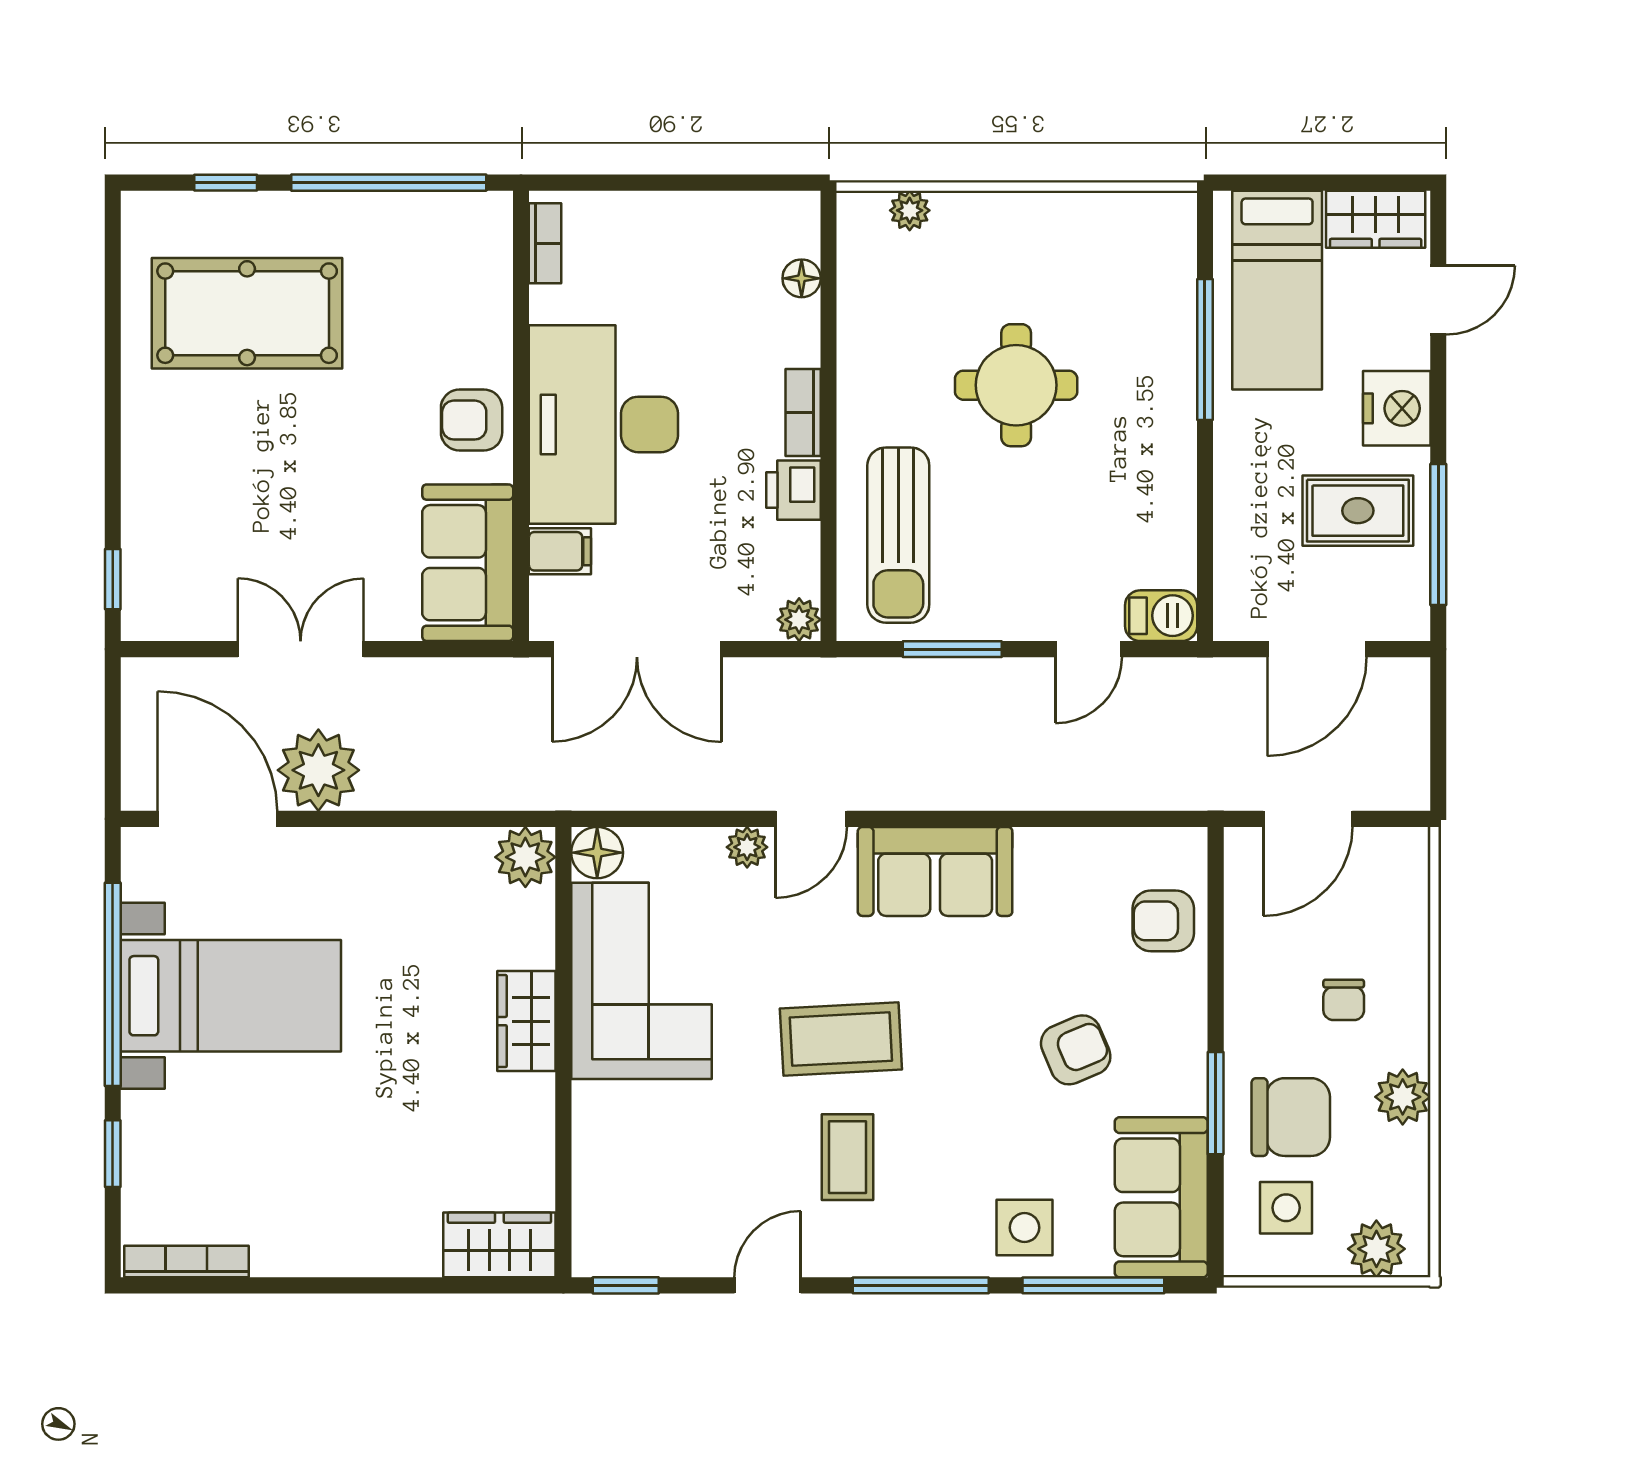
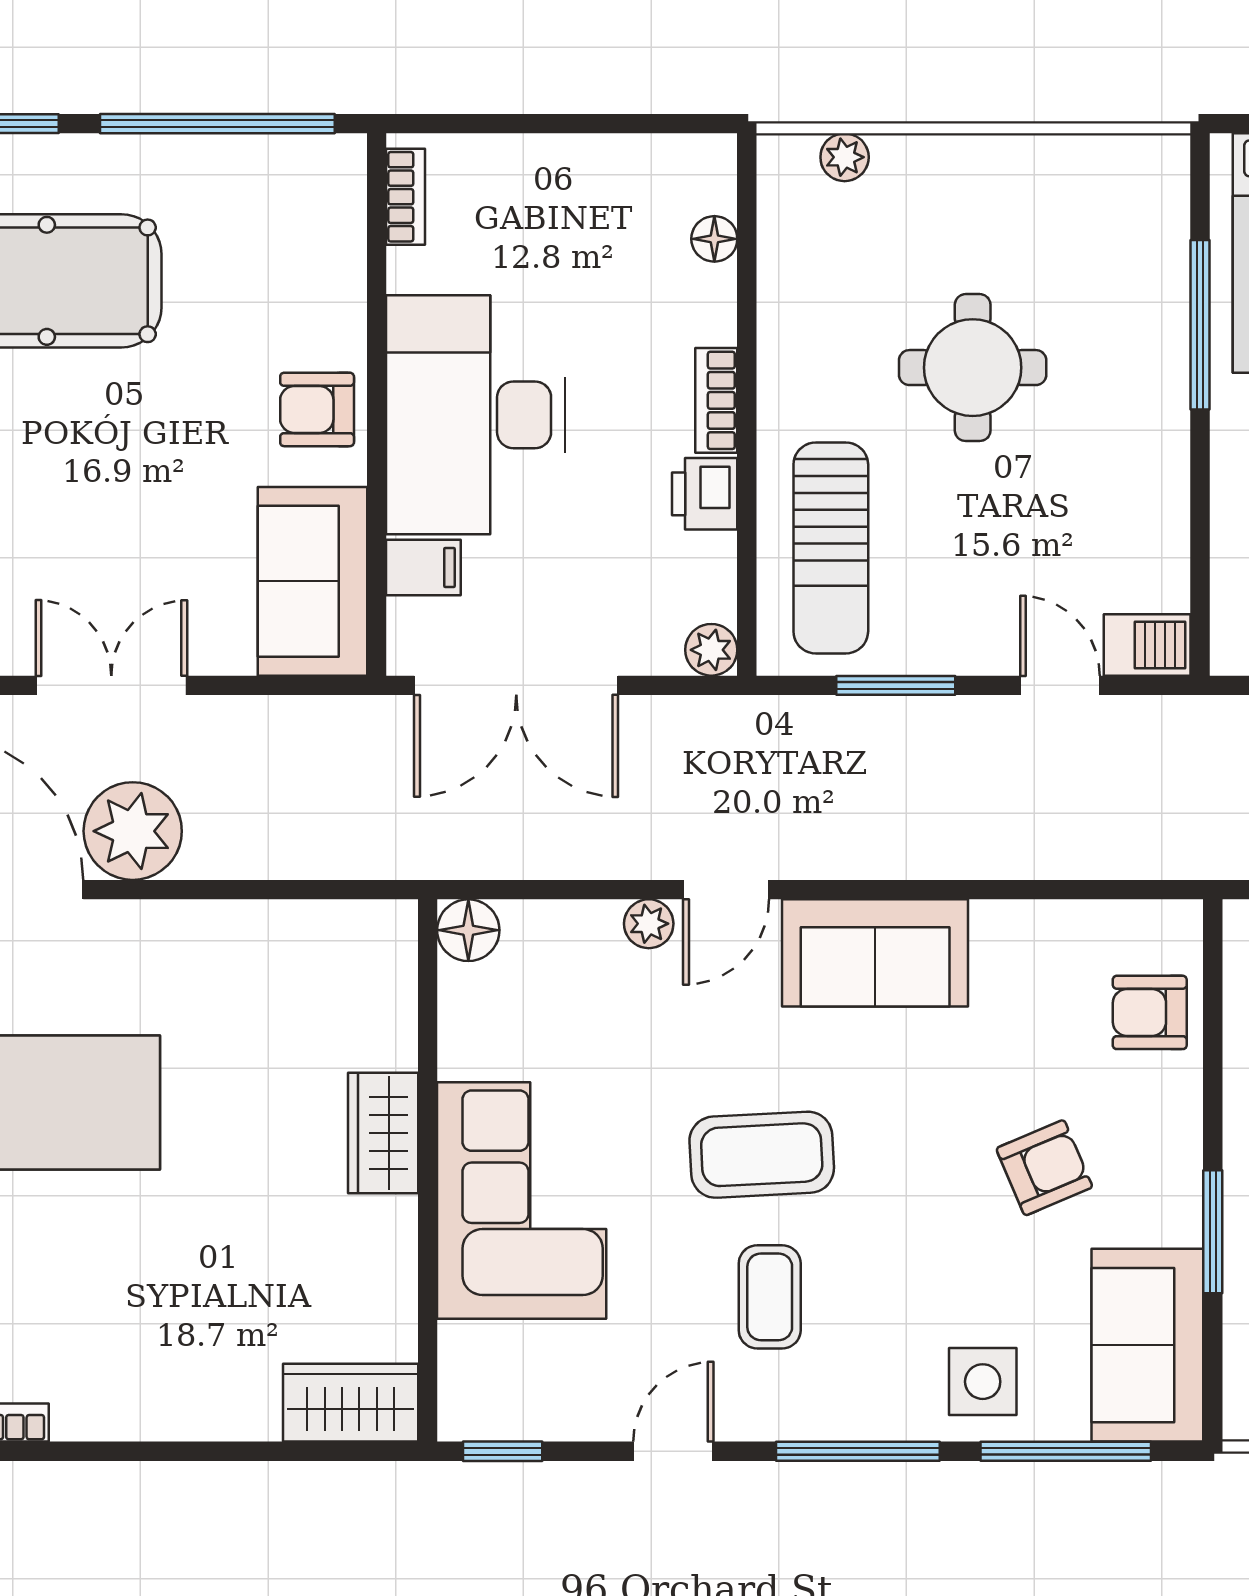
door: (1089, 649) -> (1060, 685), swing flipped
plant: (525, 857) -> (382, 936), removed
corner sofa: (642, 981) -> (522, 1200), moved

